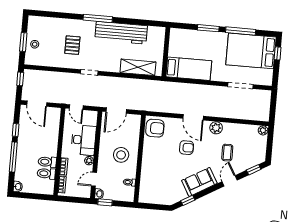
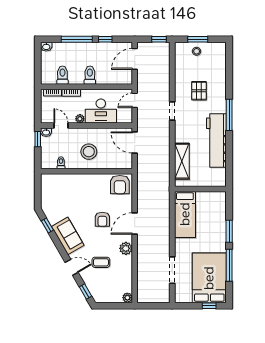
pallet: (72, 45) -> (199, 91), turned 90
toilet: (47, 162) -> (90, 75), moved

